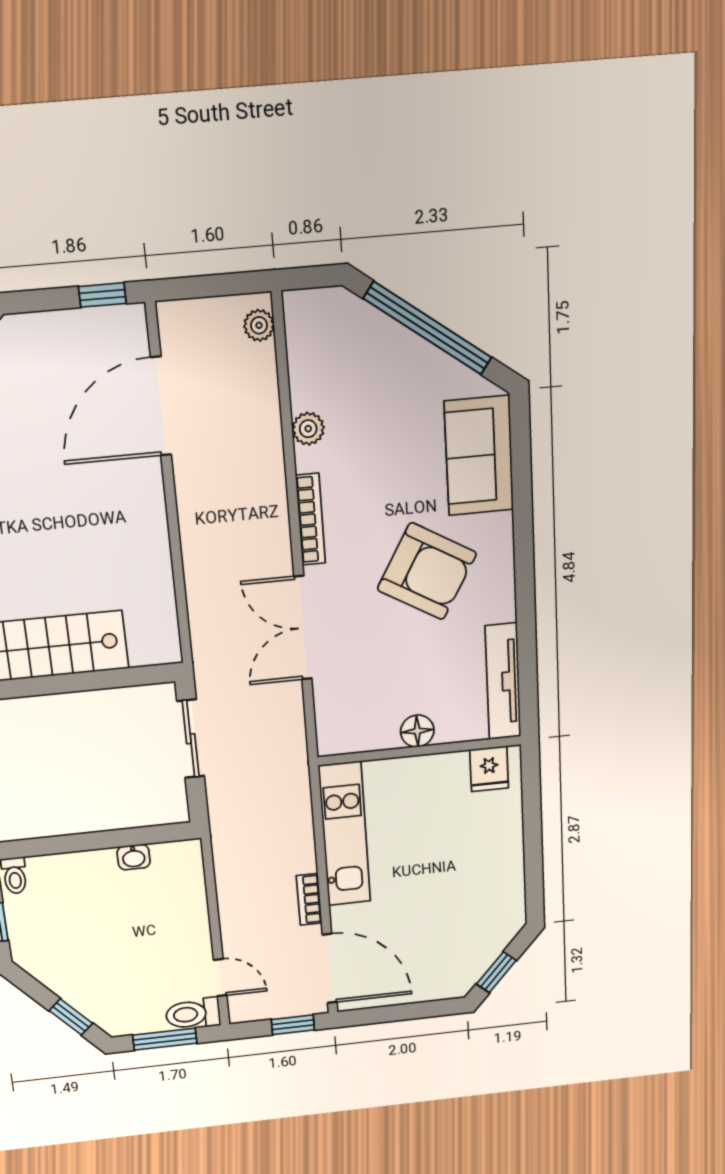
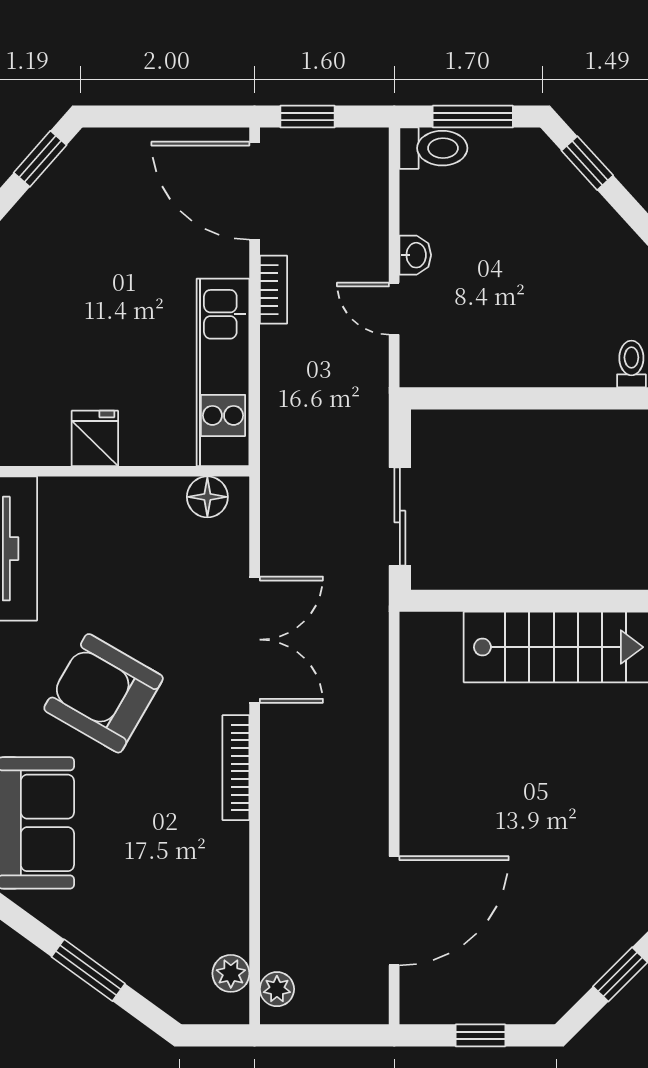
window: (102, 295) -> (480, 1035), moved
window: (428, 328) -> (88, 970), width x0.47
plant: (308, 429) -> (231, 973), moved
floor lamp: (417, 731) -> (207, 497), moved
fridge: (489, 769) -> (95, 438), moved
washbasin: (134, 857) -> (415, 255), moved, turned 90
door: (220, 978) -> (394, 309), moved

